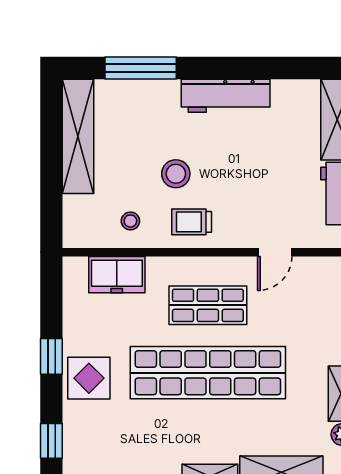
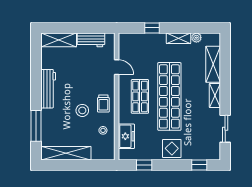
window: (51, 356) -> (144, 165), moved

